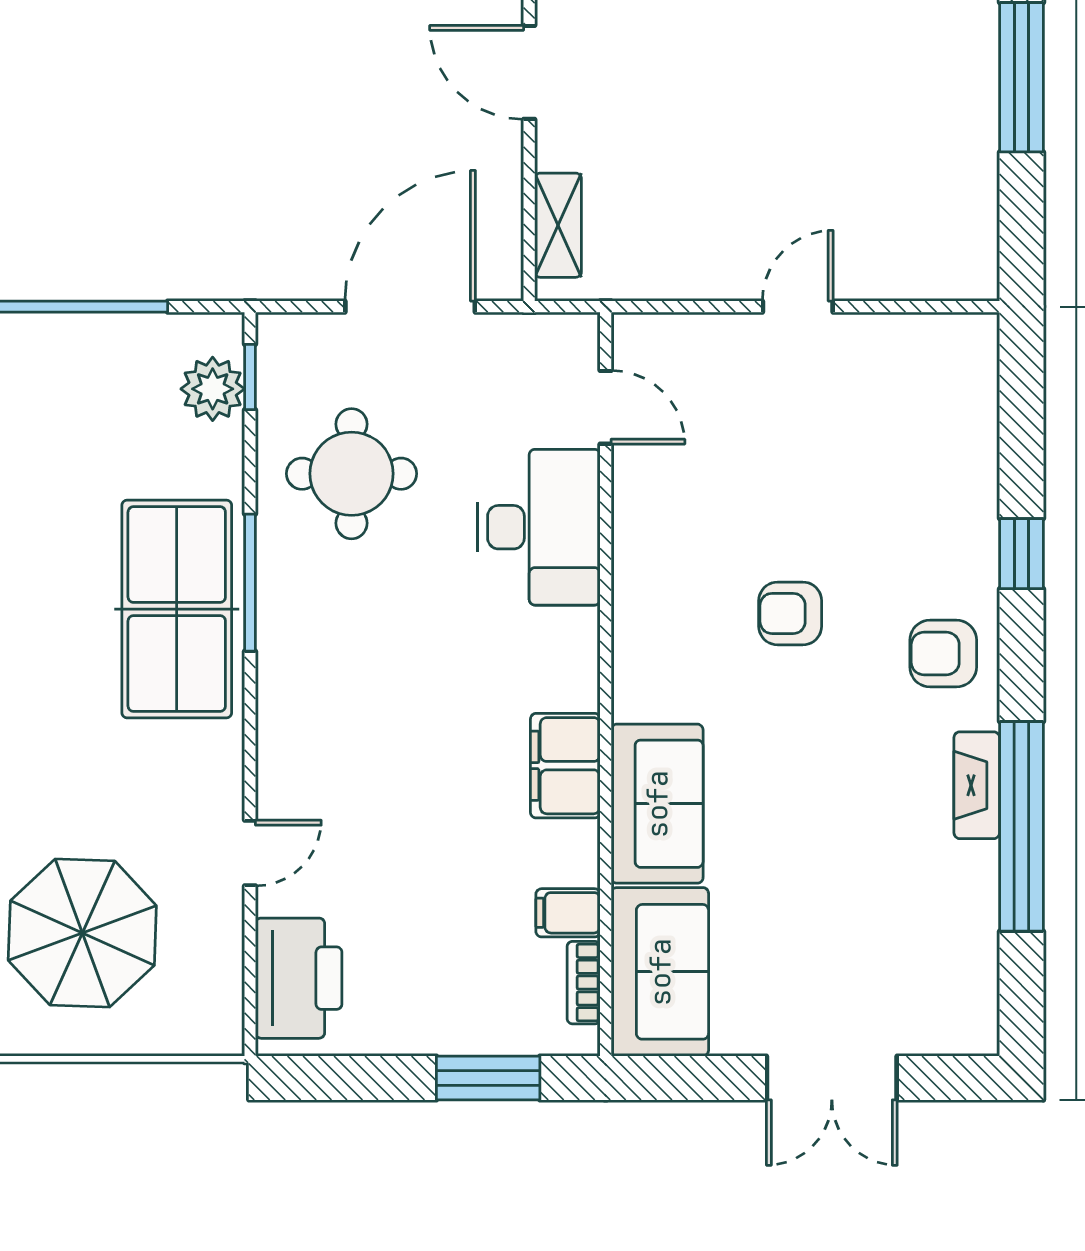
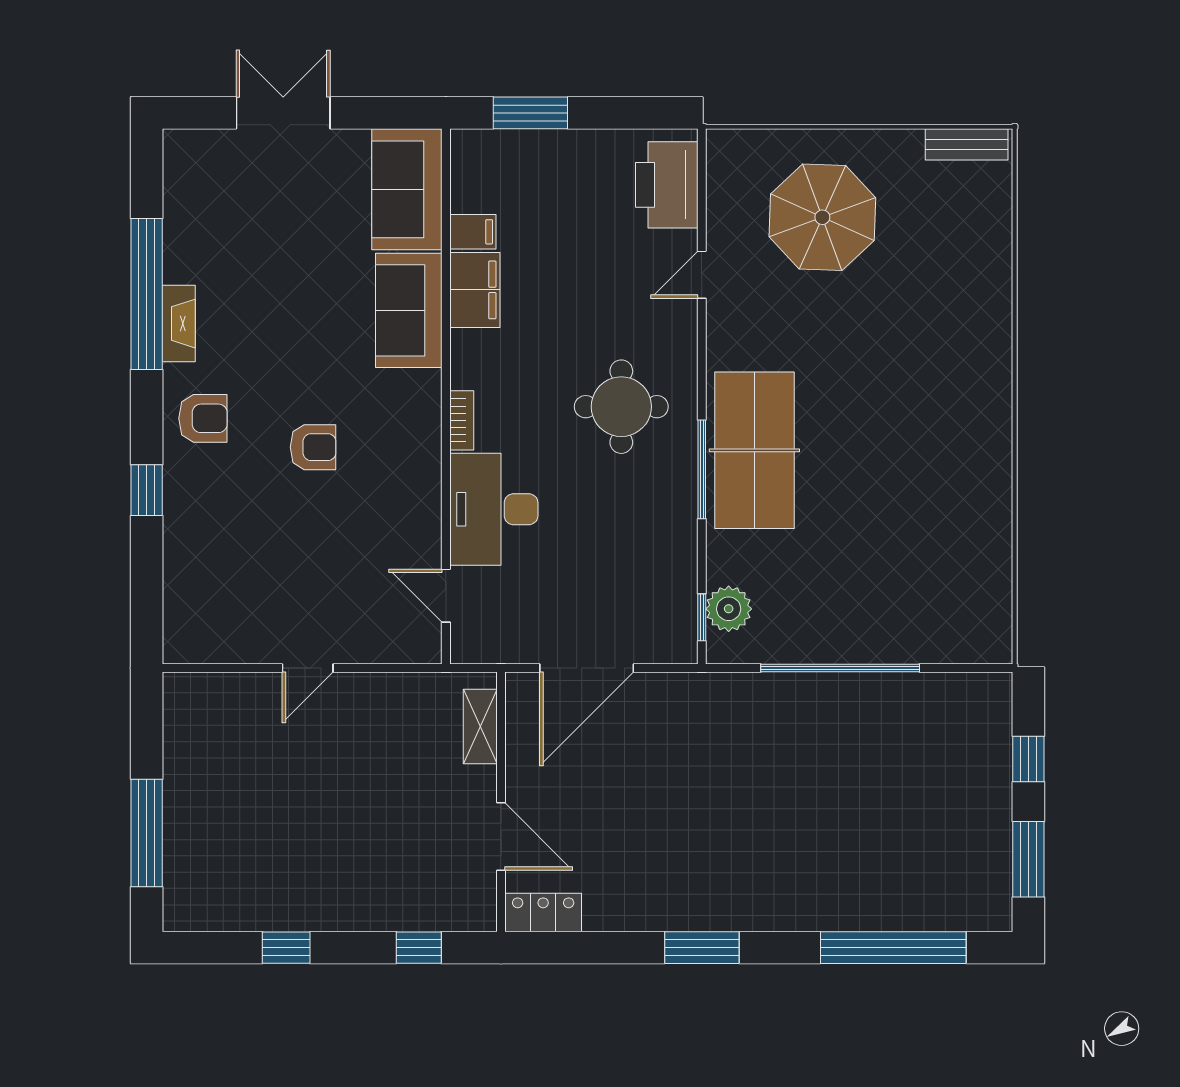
round table: (352, 474) -> (621, 407), moved
filing cabinet: (565, 766) -> (475, 290), moved
bookcase: (584, 983) -> (462, 420), moved

